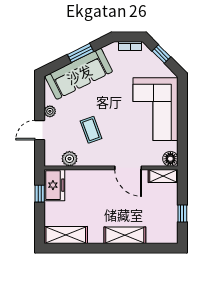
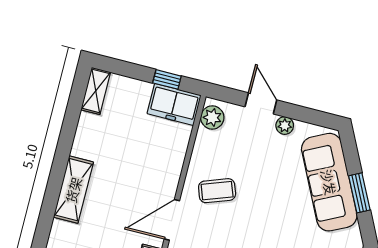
coffee table: (91, 130) -> (217, 191), moved
plant: (69, 159) -> (212, 118), moved
shelving: (66, 235) -> (96, 91), width x0.67, depth x0.75

